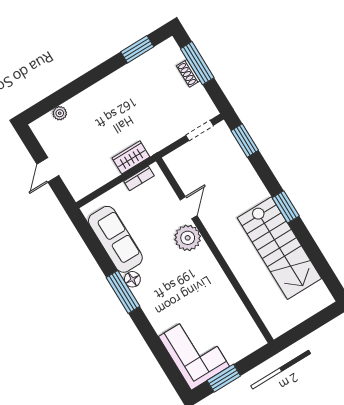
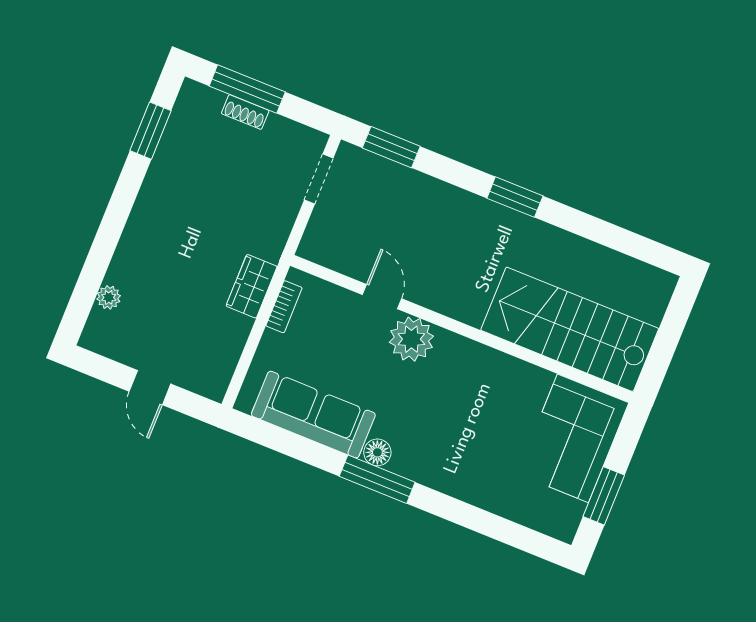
stairs: (279, 248) -> (570, 329), moved, turned 180
corner sofa: (194, 352) -> (573, 438), moved, turned -90

